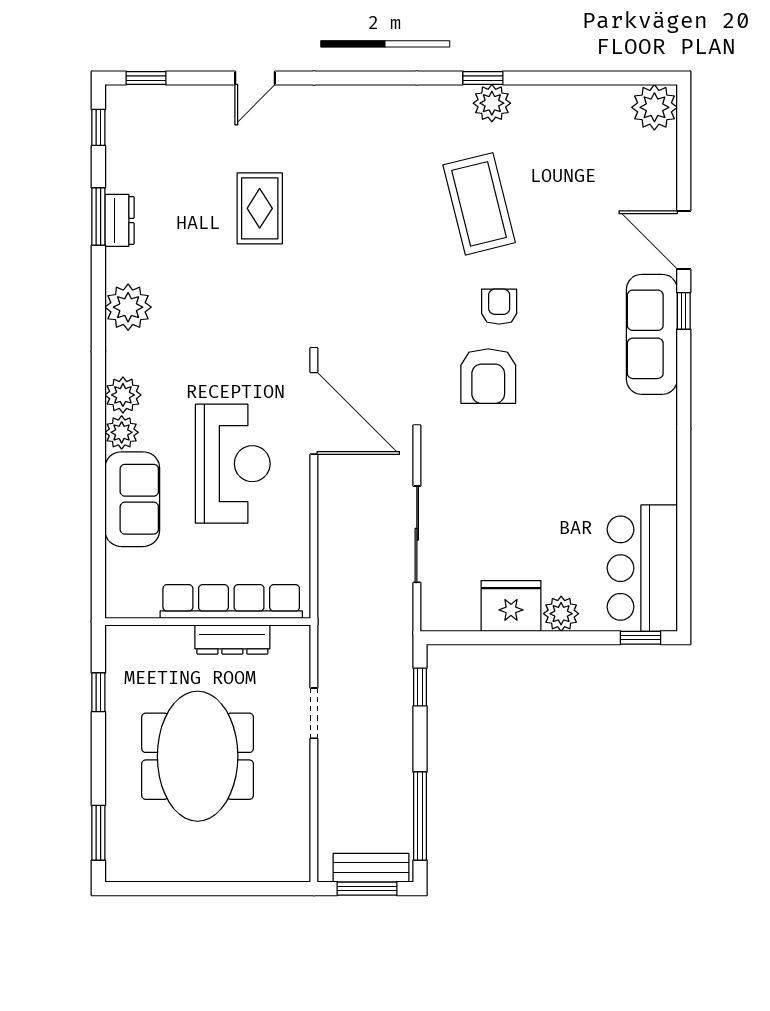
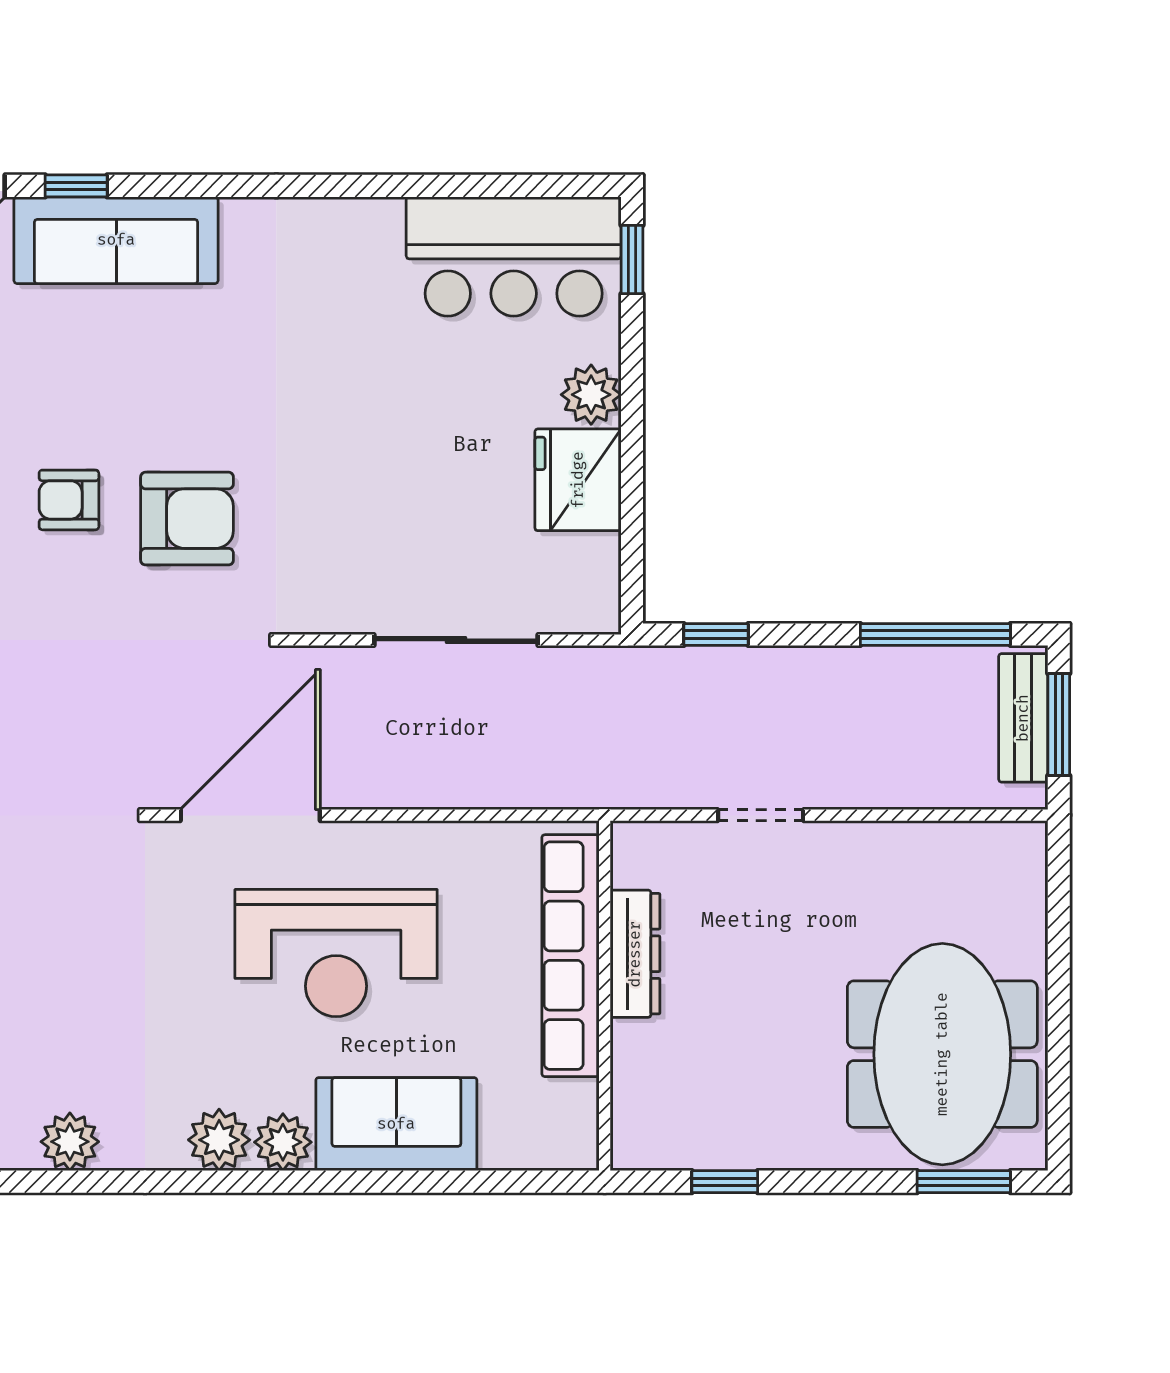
plant: (128, 307) -> (70, 1142), width x0.73, depth x0.73
reception desk: (233, 464) -> (336, 953), turned 180
meeting table: (198, 756) -> (942, 1054), moved, turned 90

